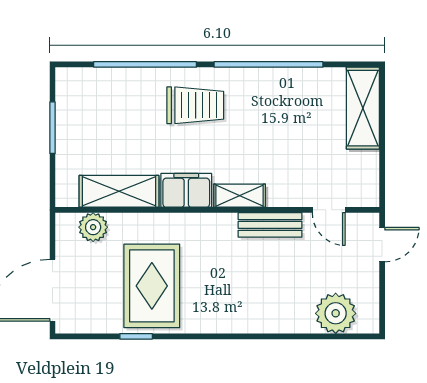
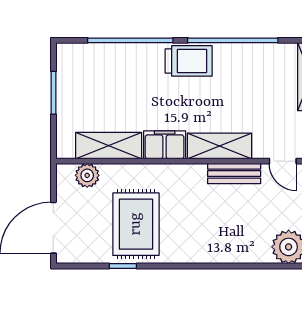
trolley: (195, 105) -> (189, 61), moved
shelving: (240, 196) -> (219, 146), width x1.50, depth x1.33

